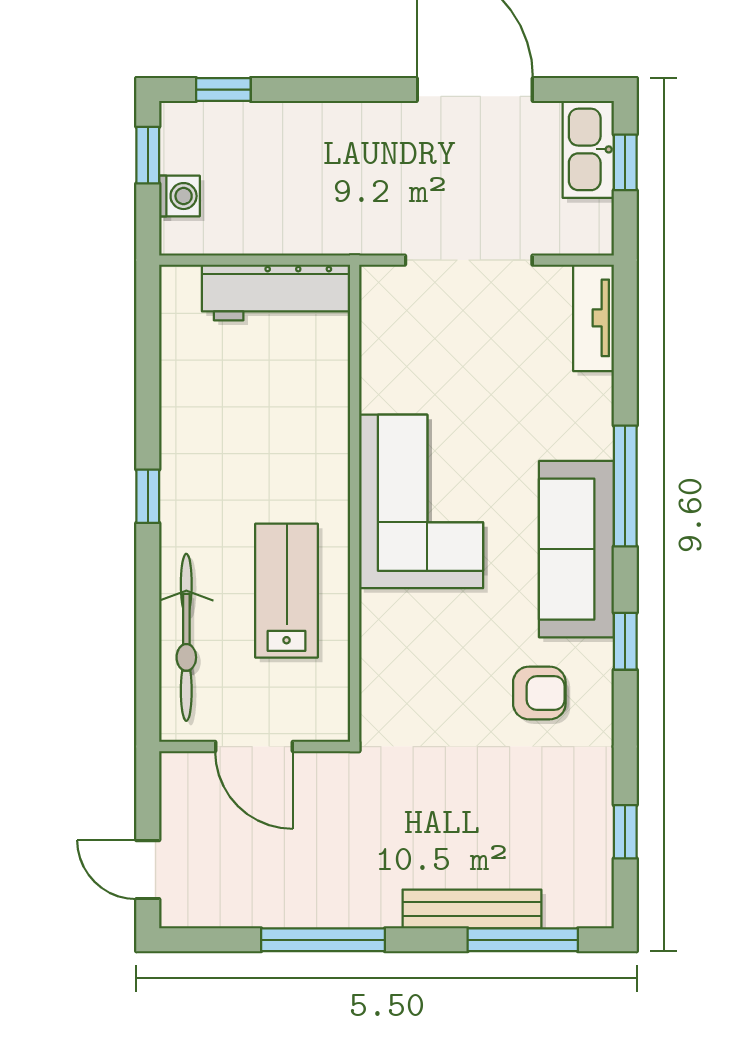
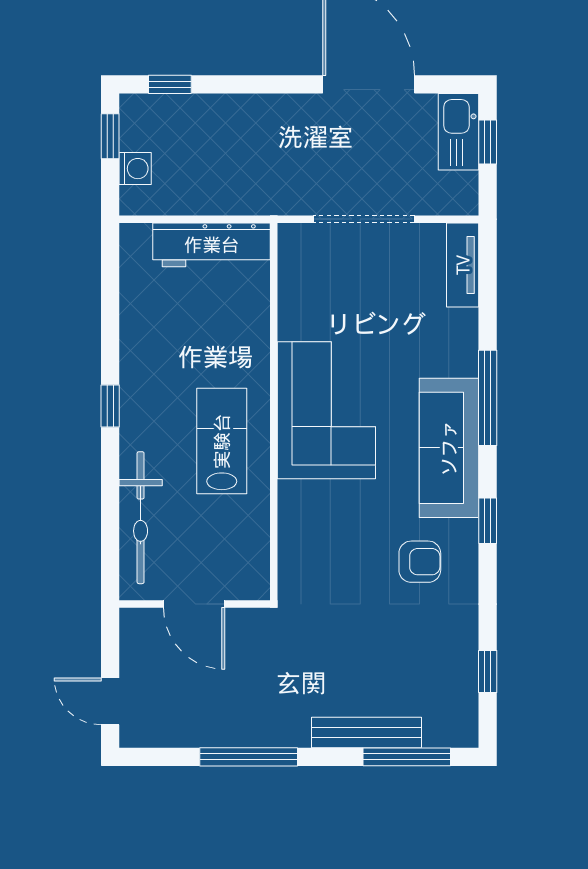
lab bench: (287, 591) -> (222, 441), moved

